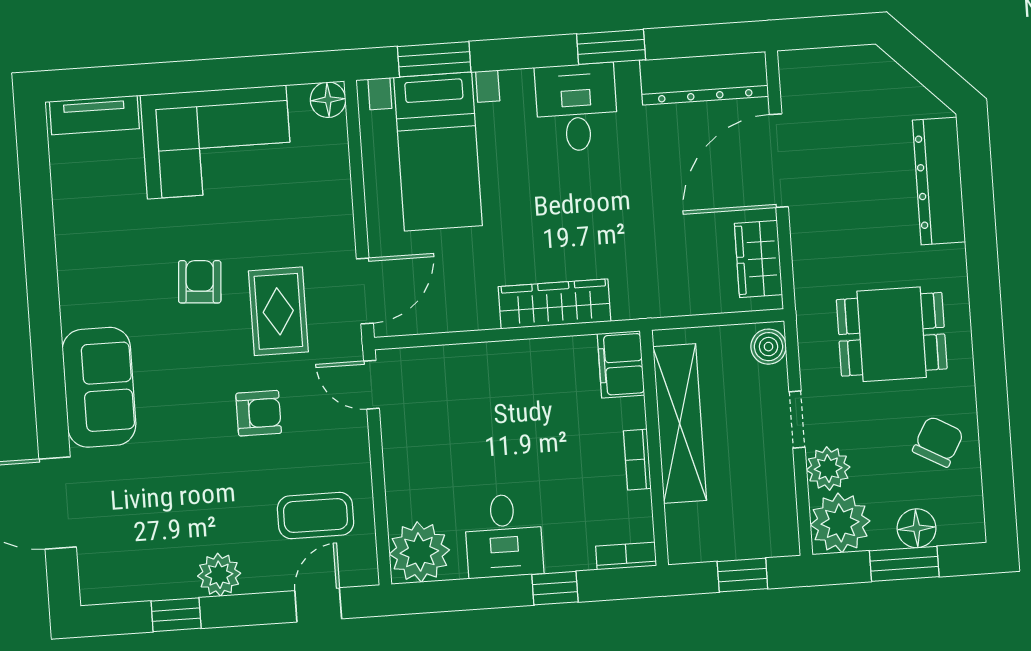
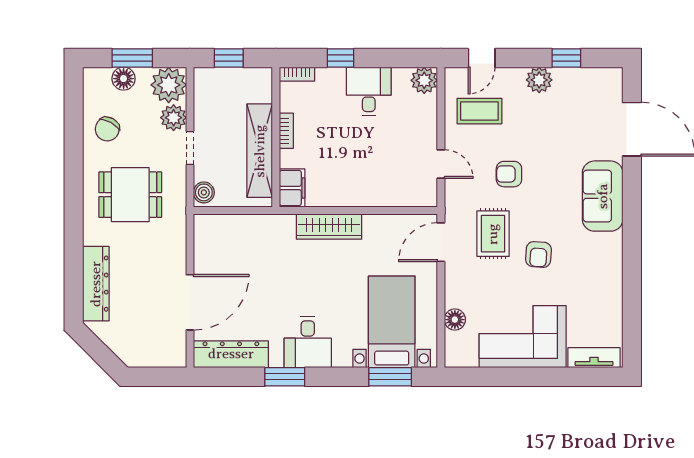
floor lamp: (328, 100) -> (455, 320), moved
wardrobe: (758, 259) -> (206, 245), removed
door: (371, 385) -> (441, 164), moved
plant: (419, 552) -> (424, 80), width x0.73, depth x0.73

